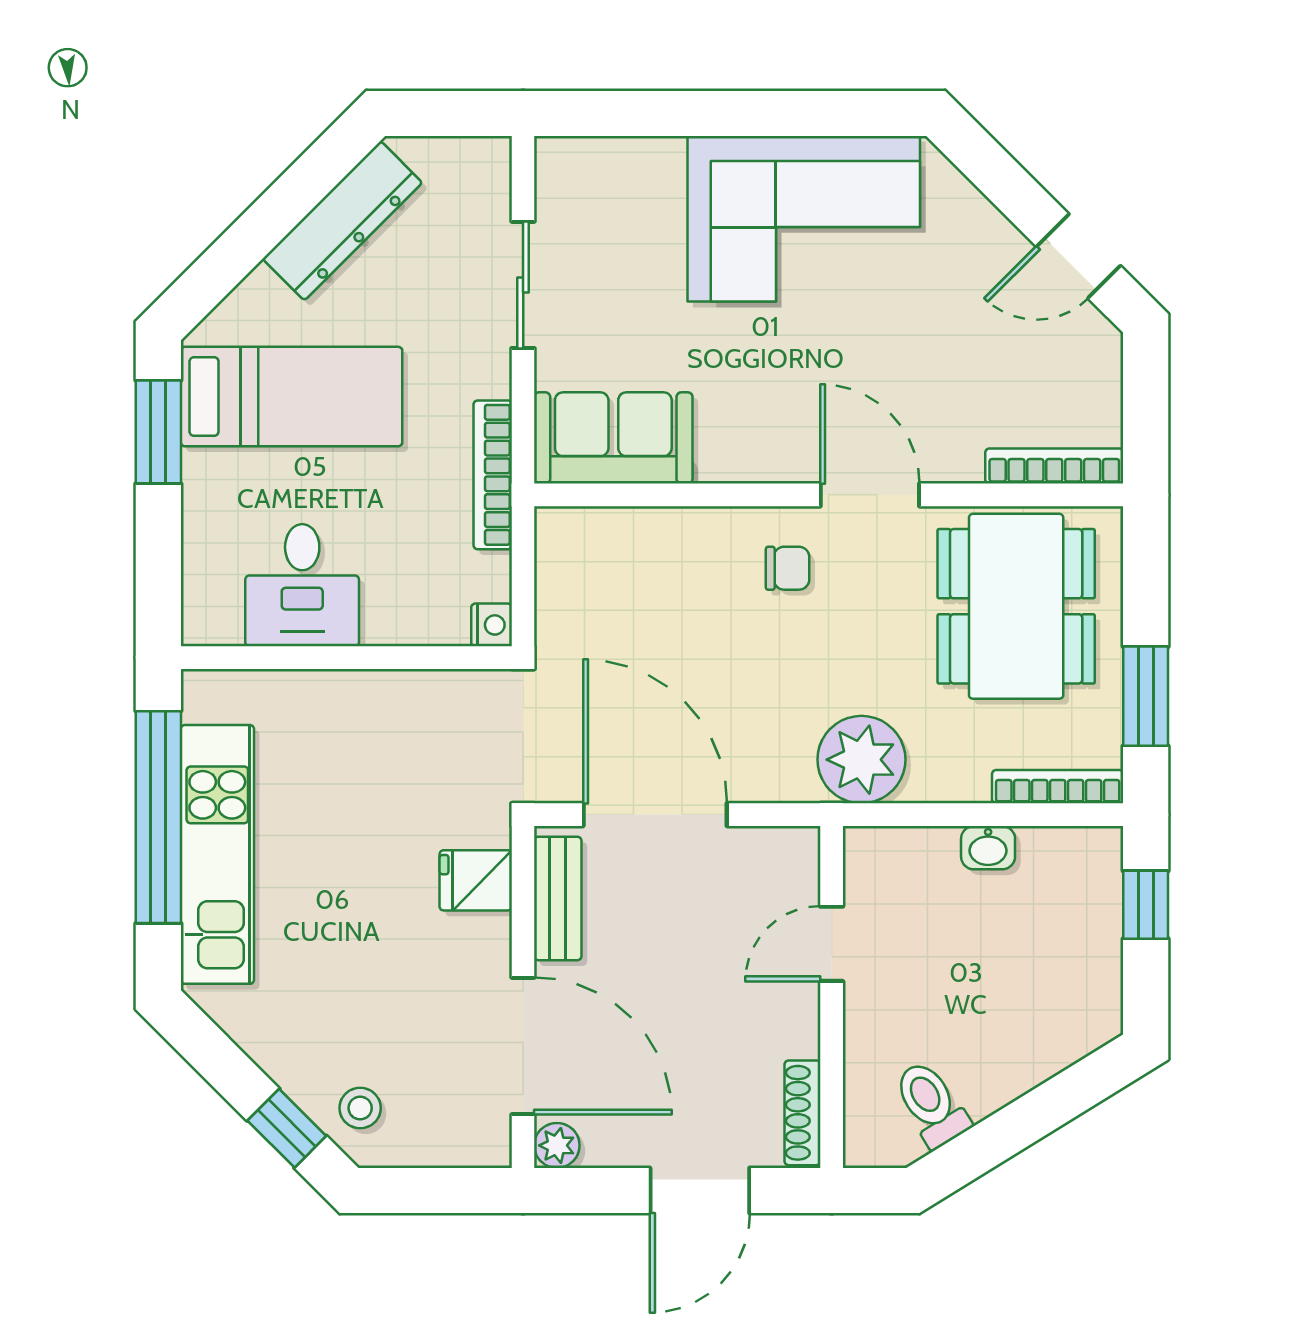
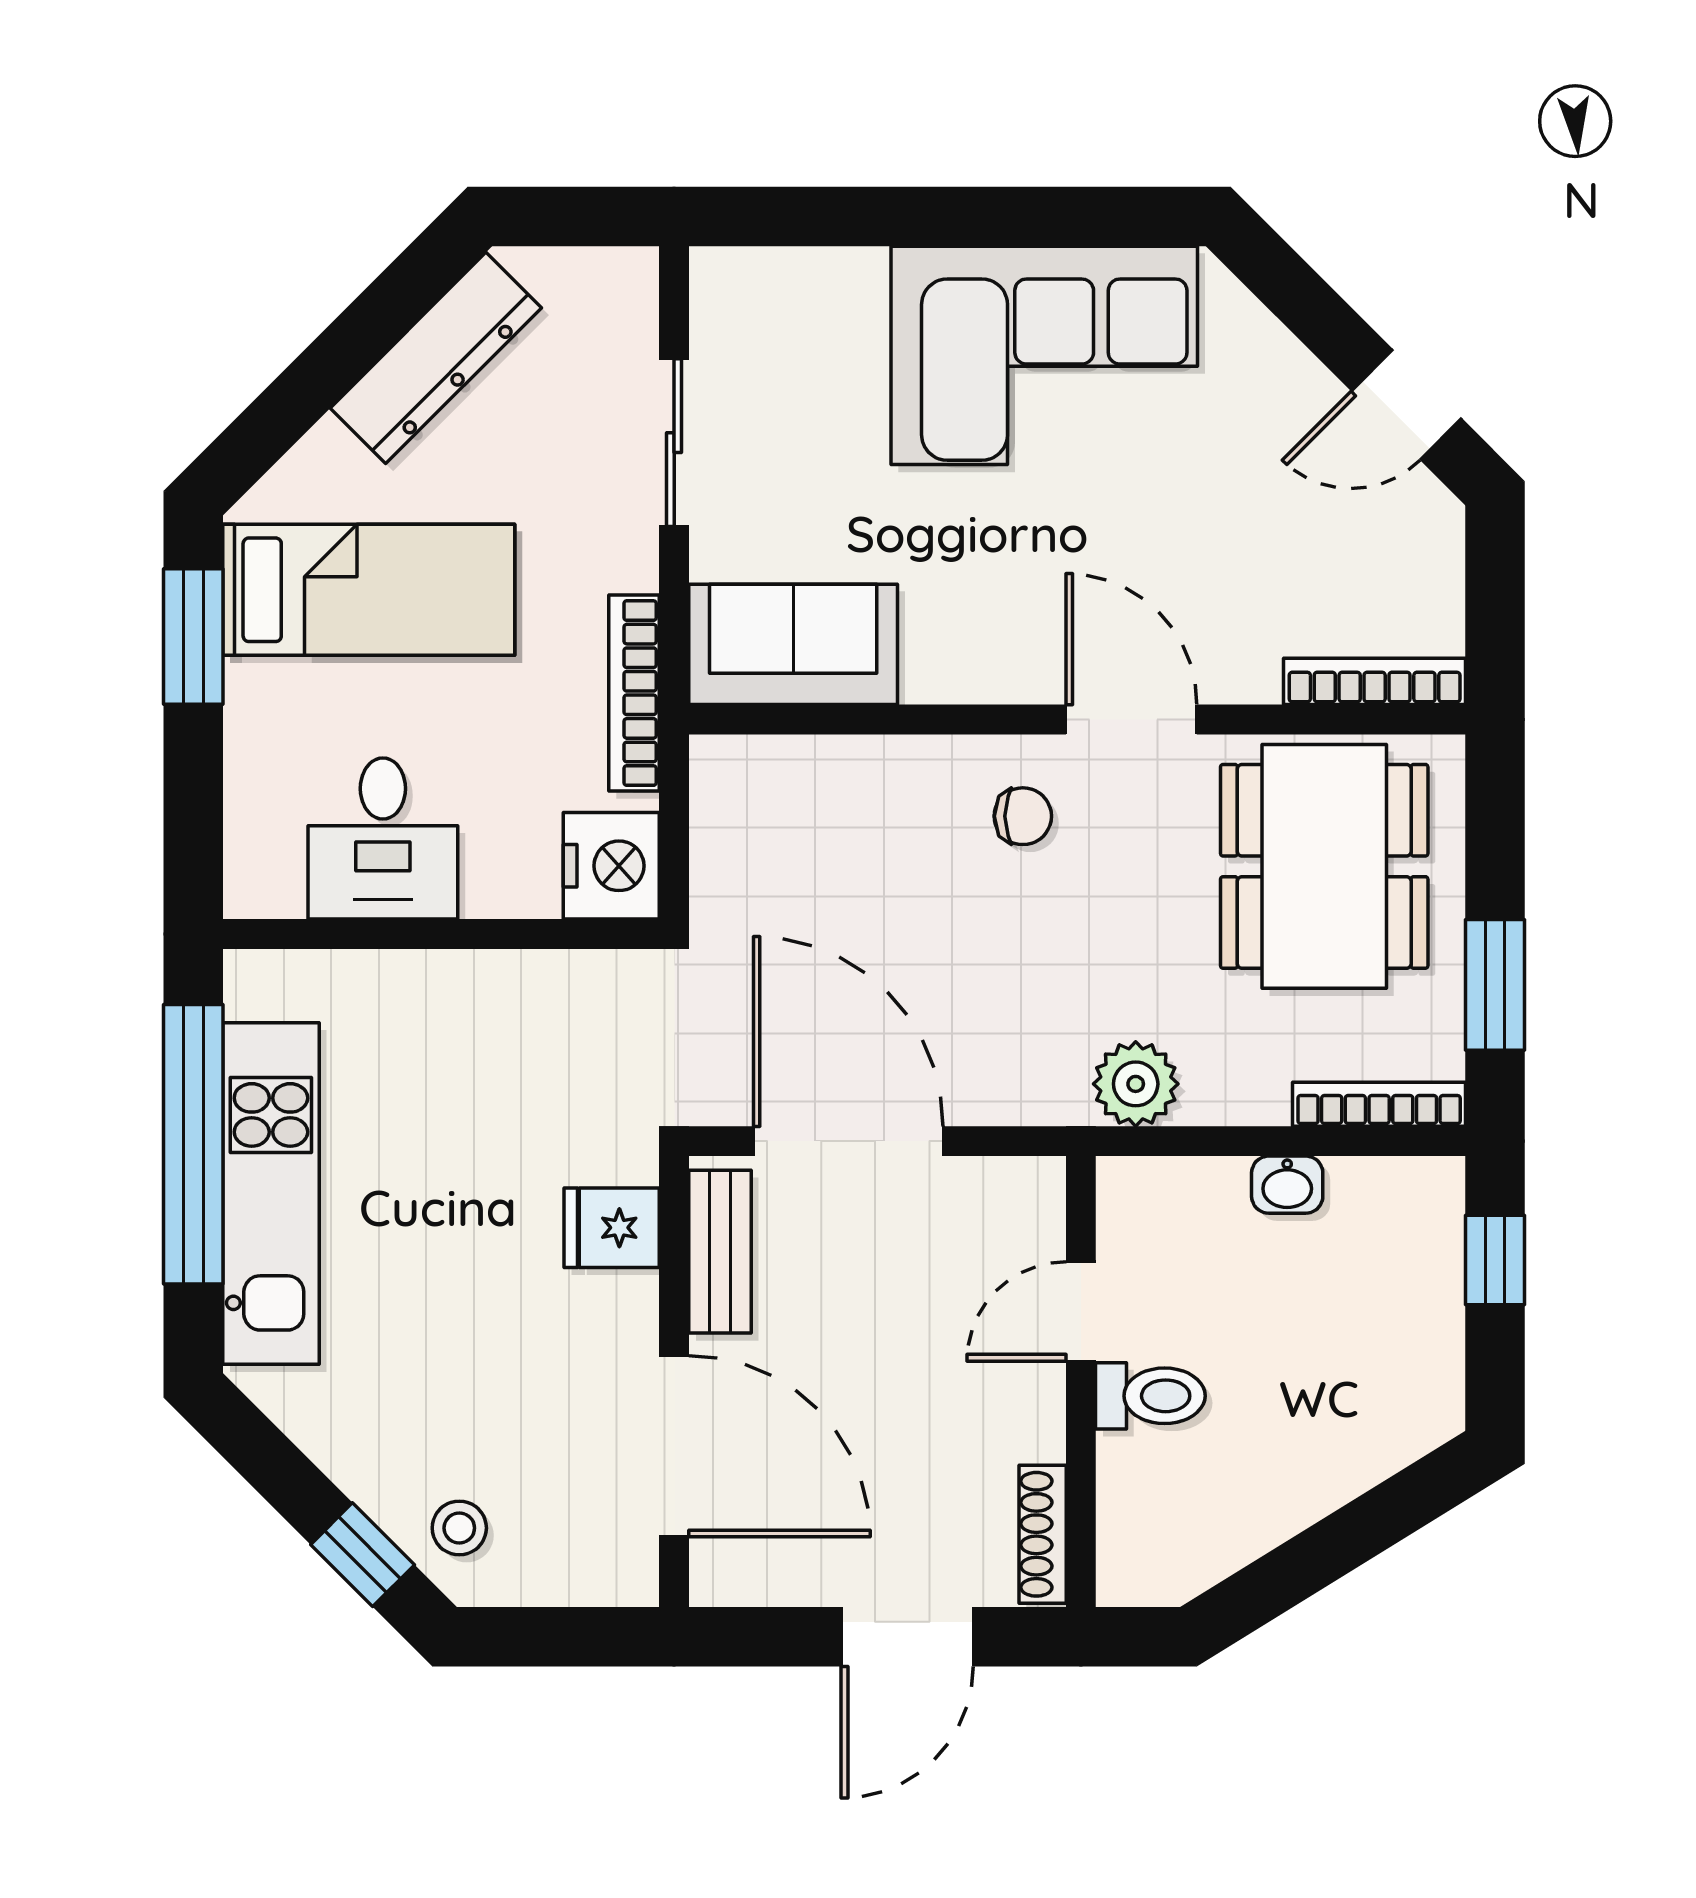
nightstand: (492, 625) -> (611, 866), width x1.89, depth x1.79
plant: (861, 760) -> (1136, 1084), width x0.73, depth x0.73
toilet: (931, 1104) -> (1150, 1396), moved, turned 122
plant: (557, 1145) -> (719, 1577), removed

